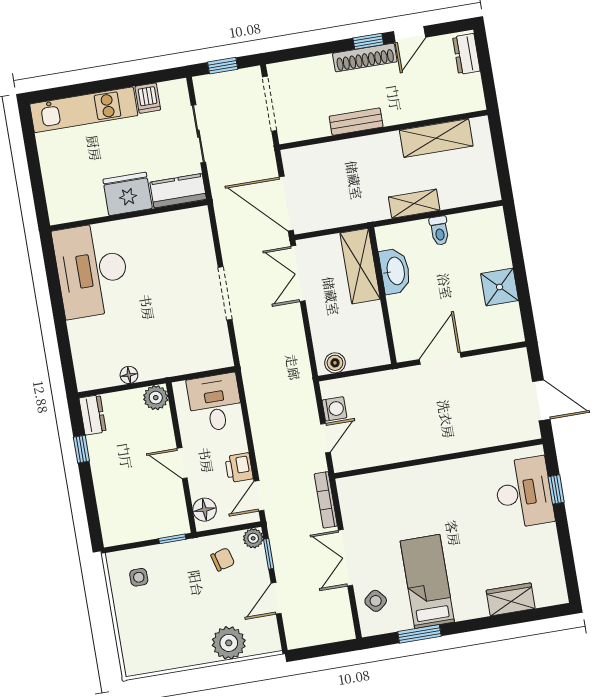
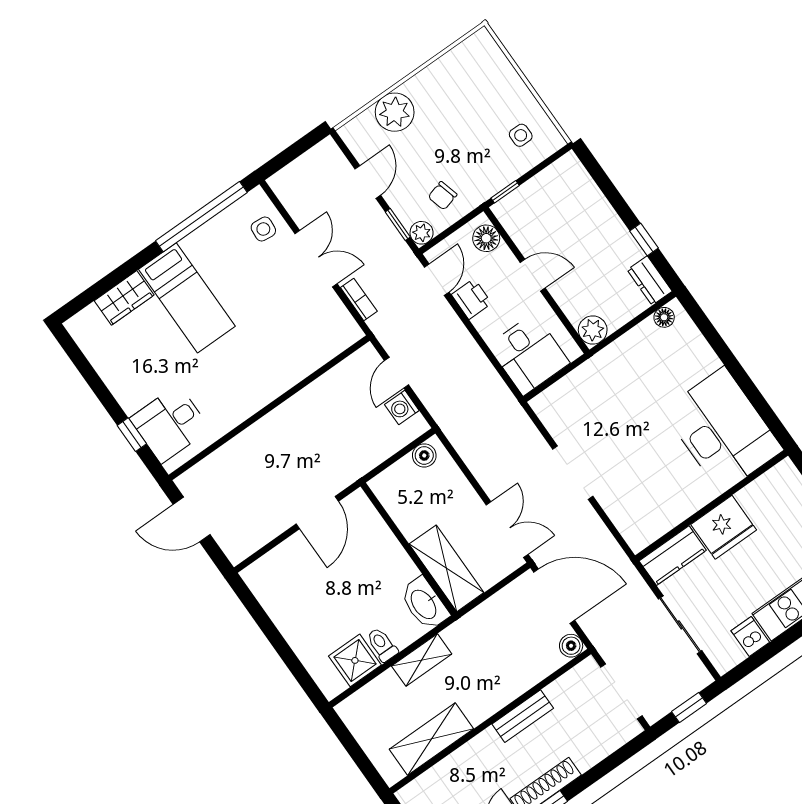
boiler: (292, 158) -> (571, 646), added
washbasin: (395, 271) -> (424, 604), moved
shower: (500, 287) -> (355, 660), moved
floor lamp: (129, 375) -> (664, 317), moved
desk: (524, 492) -> (170, 424), width x0.73
bookcase: (326, 500) -> (359, 299), width x0.64
bed: (427, 581) -> (187, 298), moved
side table: (376, 601) -> (263, 229), turned 45
window: (419, 634) -> (201, 217), width x2.11

